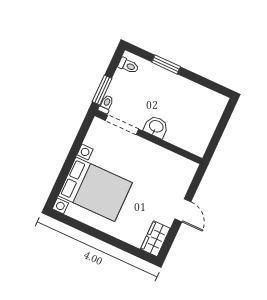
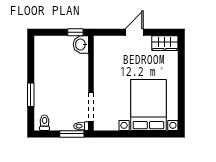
washbasin: (156, 127) -> (81, 44), moved
window: (213, 145) -> (75, 32), added

